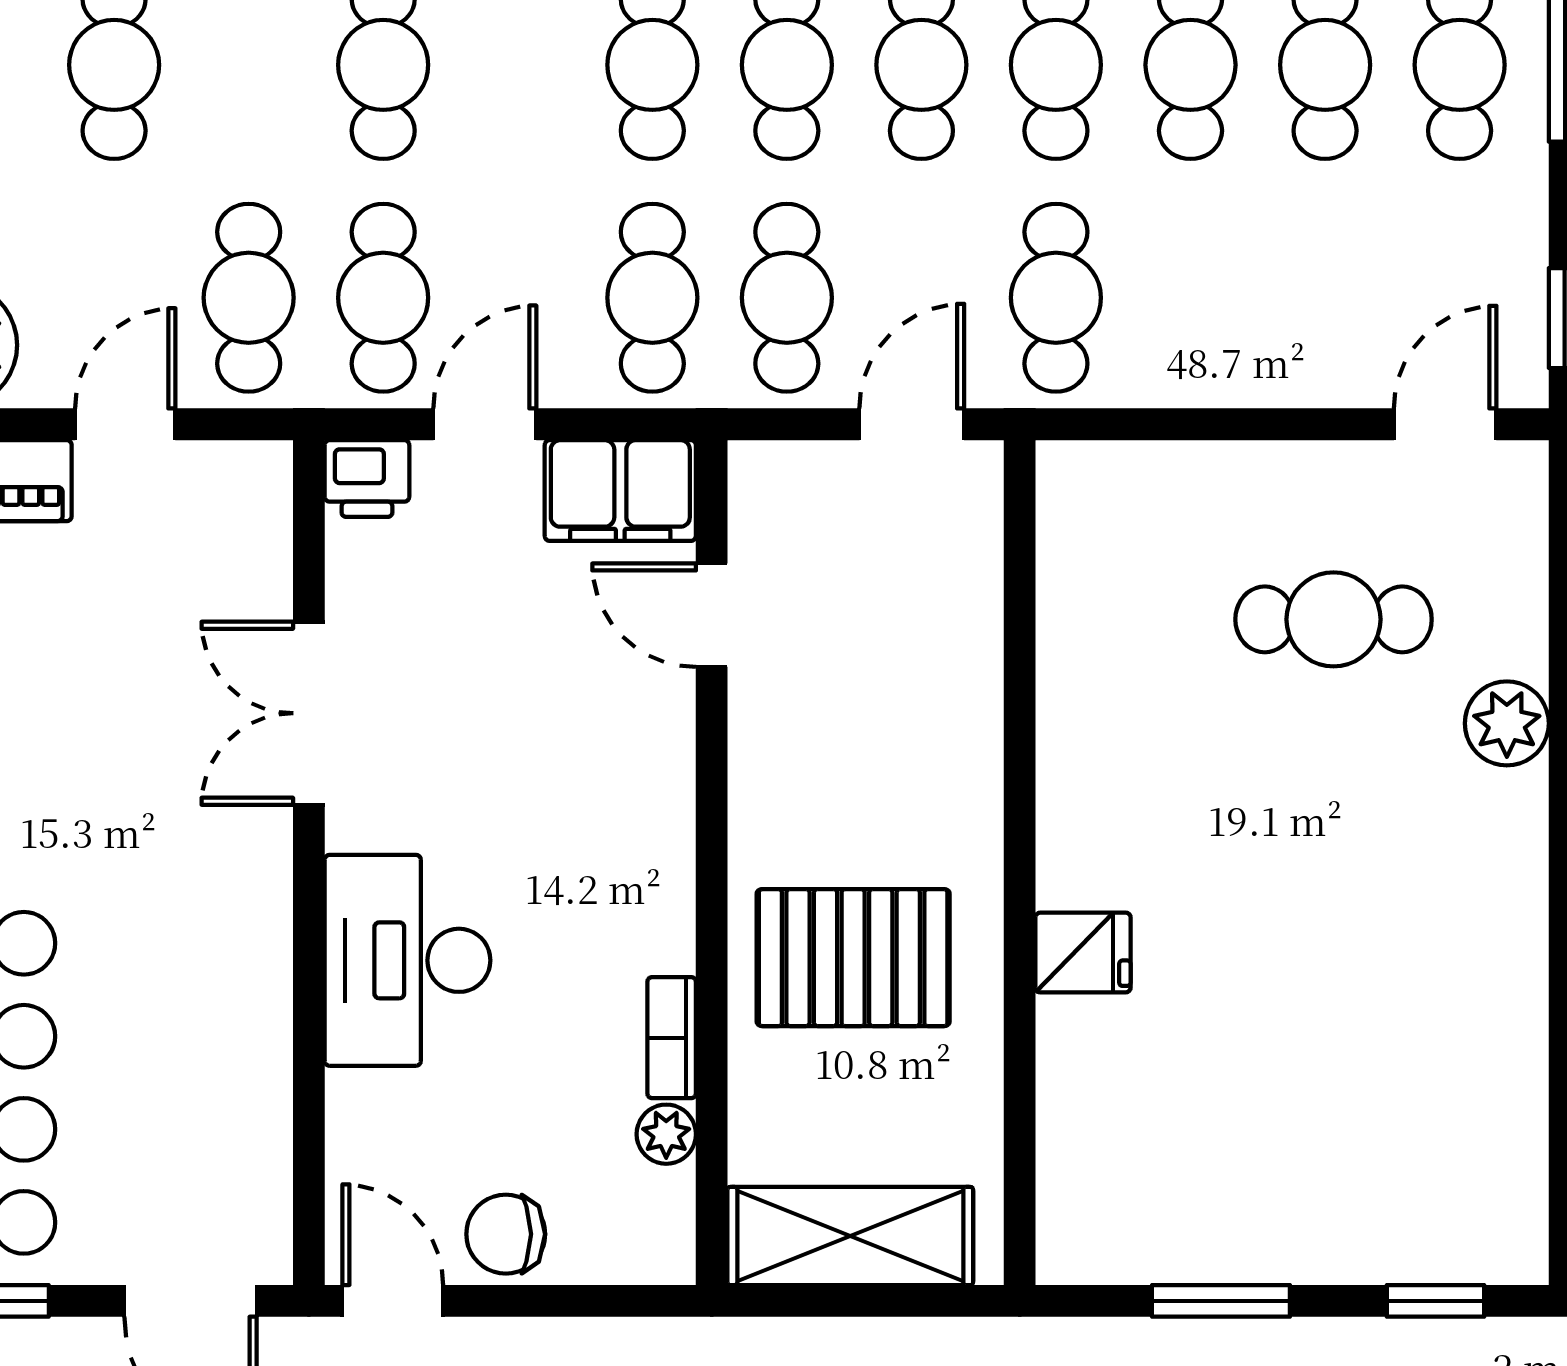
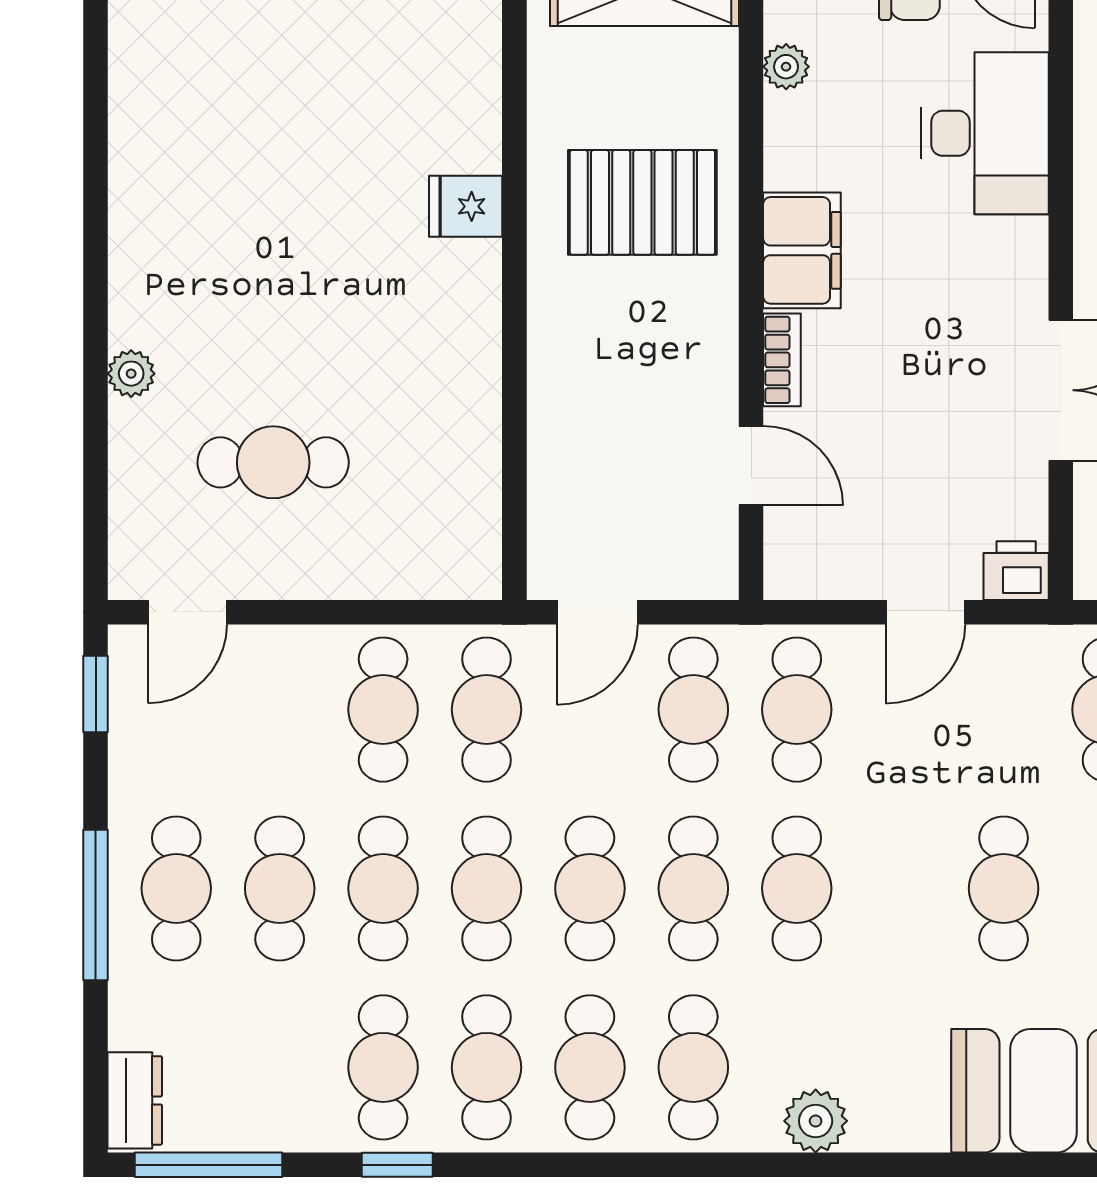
cafe table: (383, 298) -> (383, 710), moved
filing cabinet: (620, 490) -> (802, 250), moved, turned 90
plant: (1507, 723) -> (131, 374), width x0.73, depth x0.73
desk: (408, 960) -> (985, 133), moved
bookcase: (672, 1038) -> (782, 360), moved

